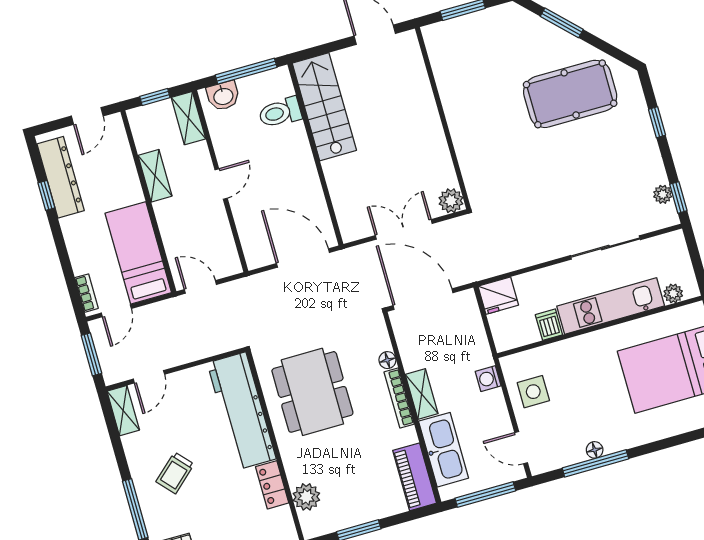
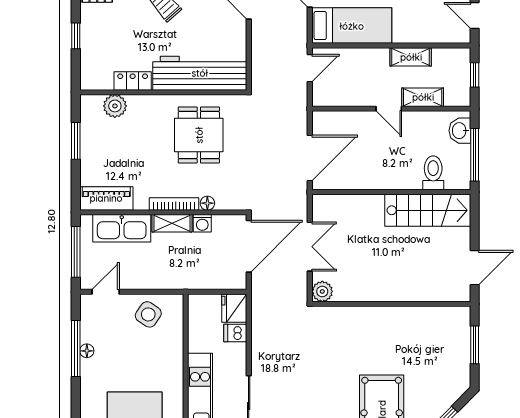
shelving: (188, 118) -> (423, 97), moved
dishwasher: (549, 325) -> (235, 333), moved, turned 180
washing machine: (488, 379) -> (202, 223), moved, turned 180
dining table: (312, 392) -> (199, 135), width x0.73
side table: (533, 392) -> (148, 314), turned 34

